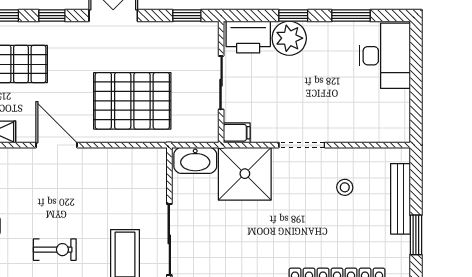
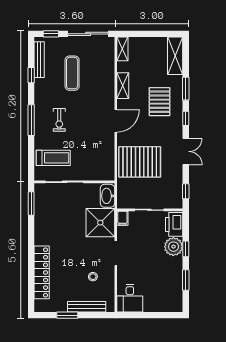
desk: (385, 56) -> (130, 298), moved, width x0.73
pallet: (132, 101) -> (140, 162), turned 90

